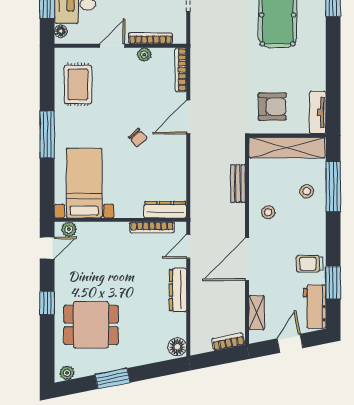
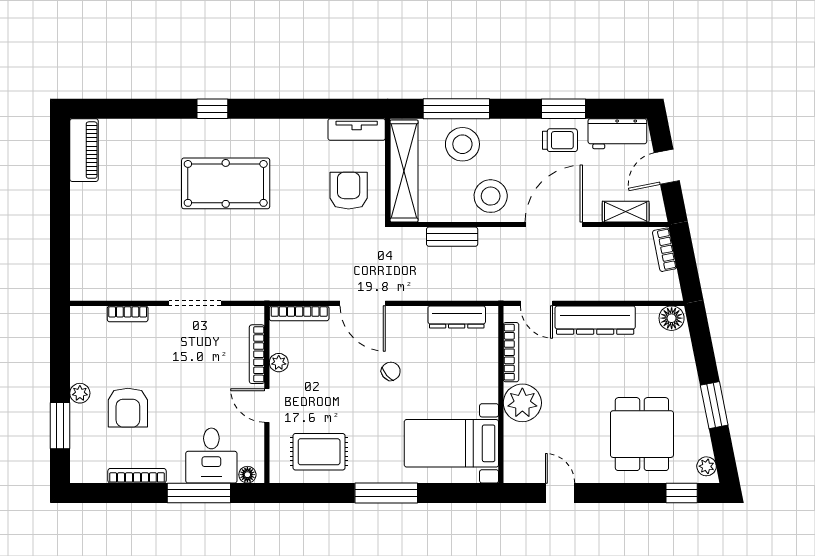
stool: (307, 191) -> (462, 144), width x1.89, depth x1.89
dresser: (165, 210) -> (457, 317), moved, turned -90
stool: (268, 212) -> (491, 196), width x1.89, depth x1.89
plant: (69, 229) -> (522, 403), moved, width x1.87, depth x1.87
door: (47, 248) -> (560, 493), moved
door: (247, 259) -> (554, 224), swing flipped
trolley: (310, 264) -> (560, 140), turned -90
window: (333, 283) -> (564, 109), moved
dresser: (178, 290) -> (595, 320), width x1.37, depth x1.24
window: (47, 303) -> (682, 493), moved
door: (290, 343) -> (667, 167), hinge flipped

